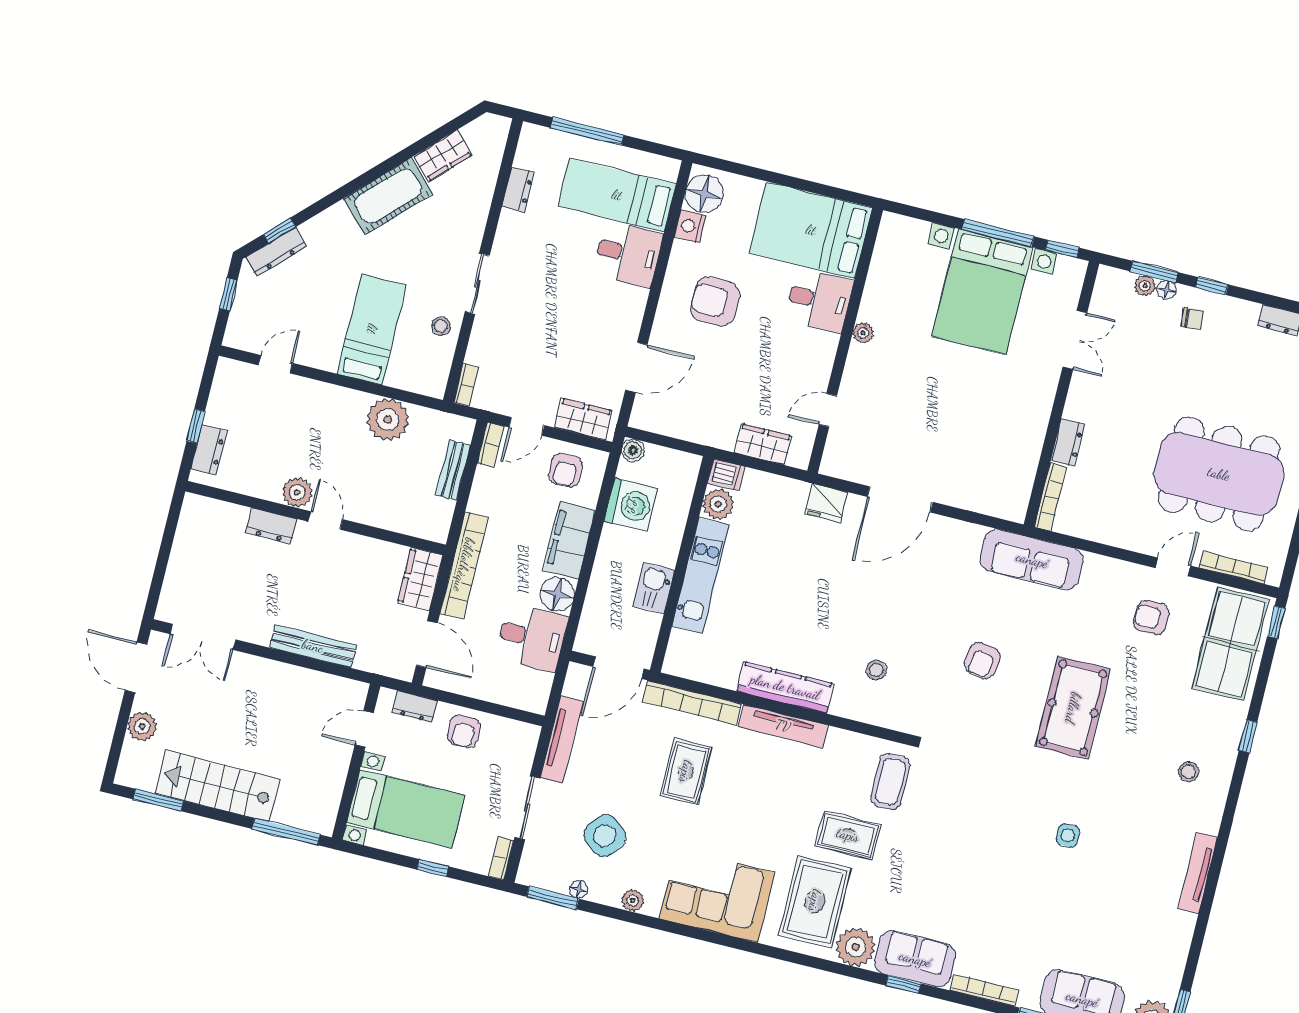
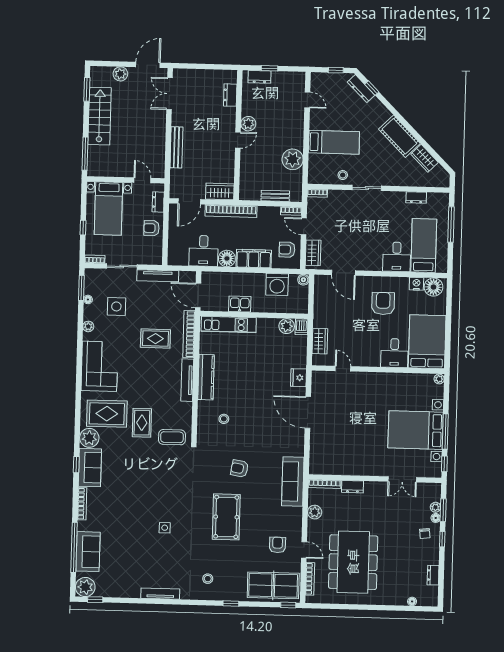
plant: (863, 333) -> (439, 379), moved
dresser: (271, 526) -> (230, 95), moved
plant: (1102, 529) -> (315, 512), added
kitchen unit: (701, 576) -> (229, 325), moved
pool table: (1073, 708) -> (226, 517), turned 90
side table: (605, 836) -> (116, 306), turned -38

